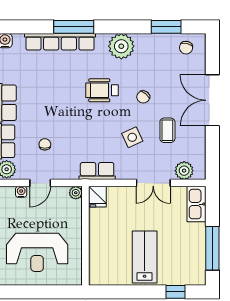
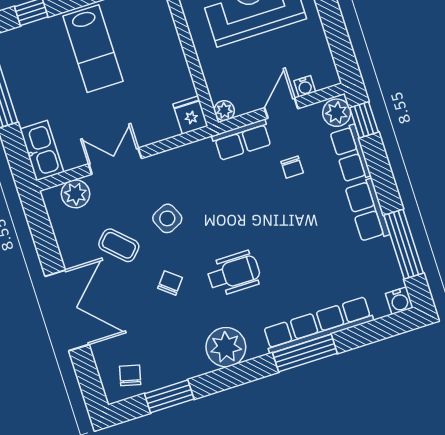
coffee table: (167, 130) -> (119, 245), turned -46
row of seats: (97, 171) -> (242, 140), moved

